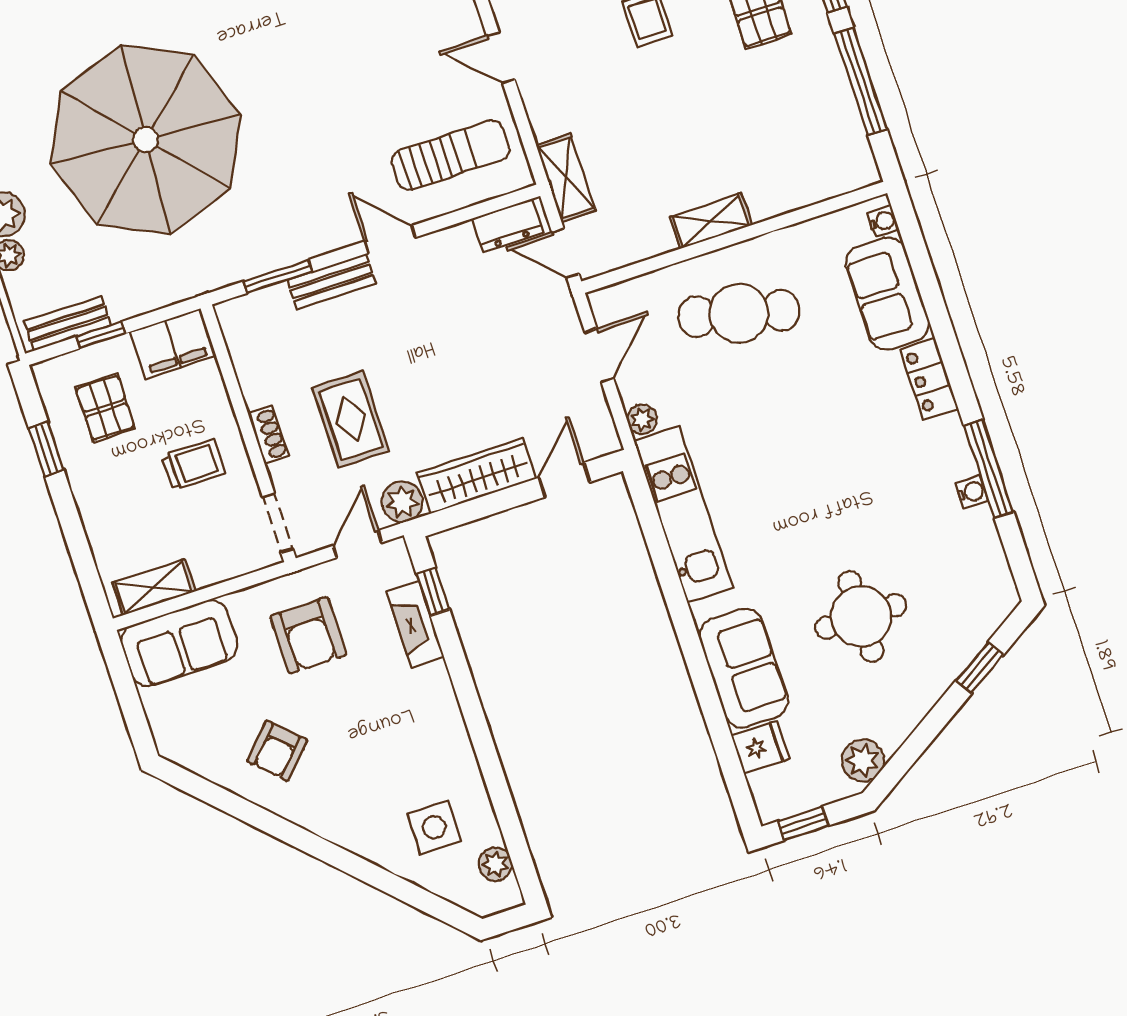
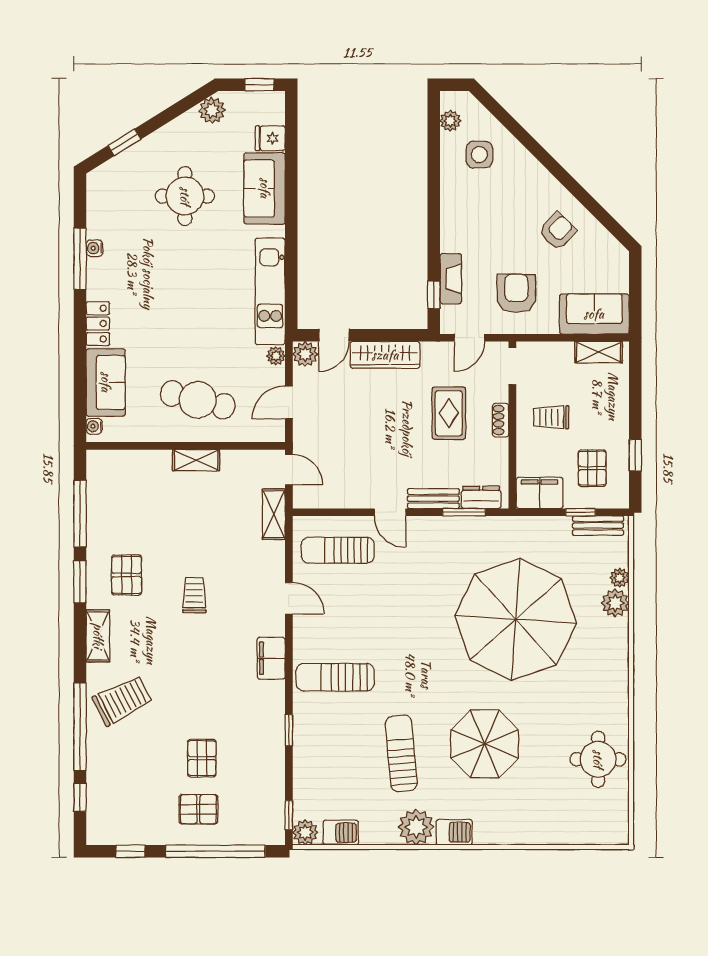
dresser: (508, 226) -> (481, 497), moved
plant: (402, 502) -> (305, 354), moved

